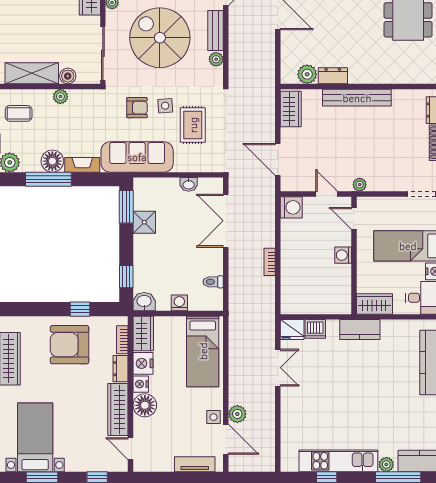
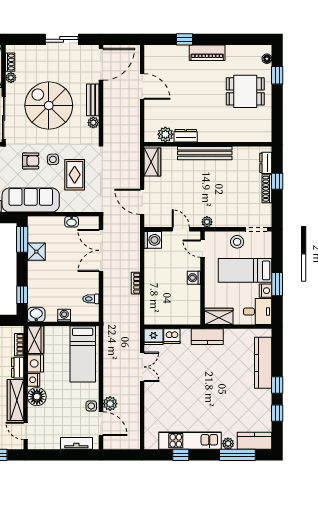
stool: (398, 210) -> (237, 242), added

